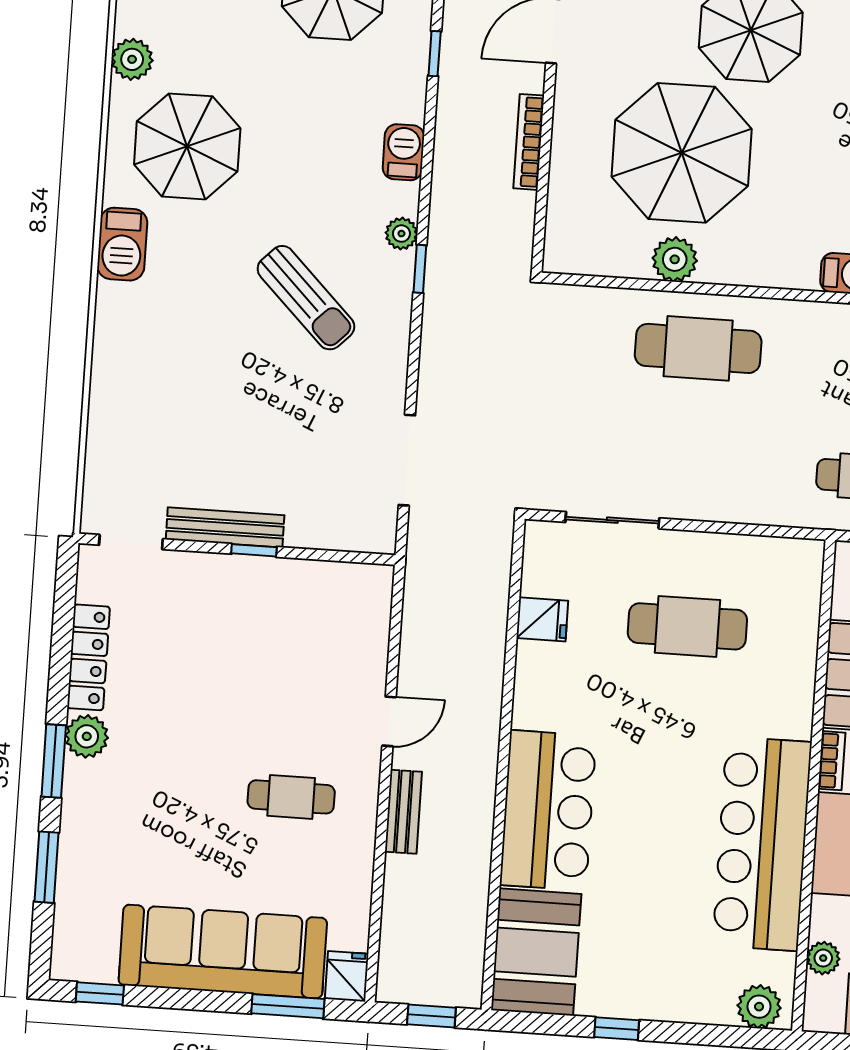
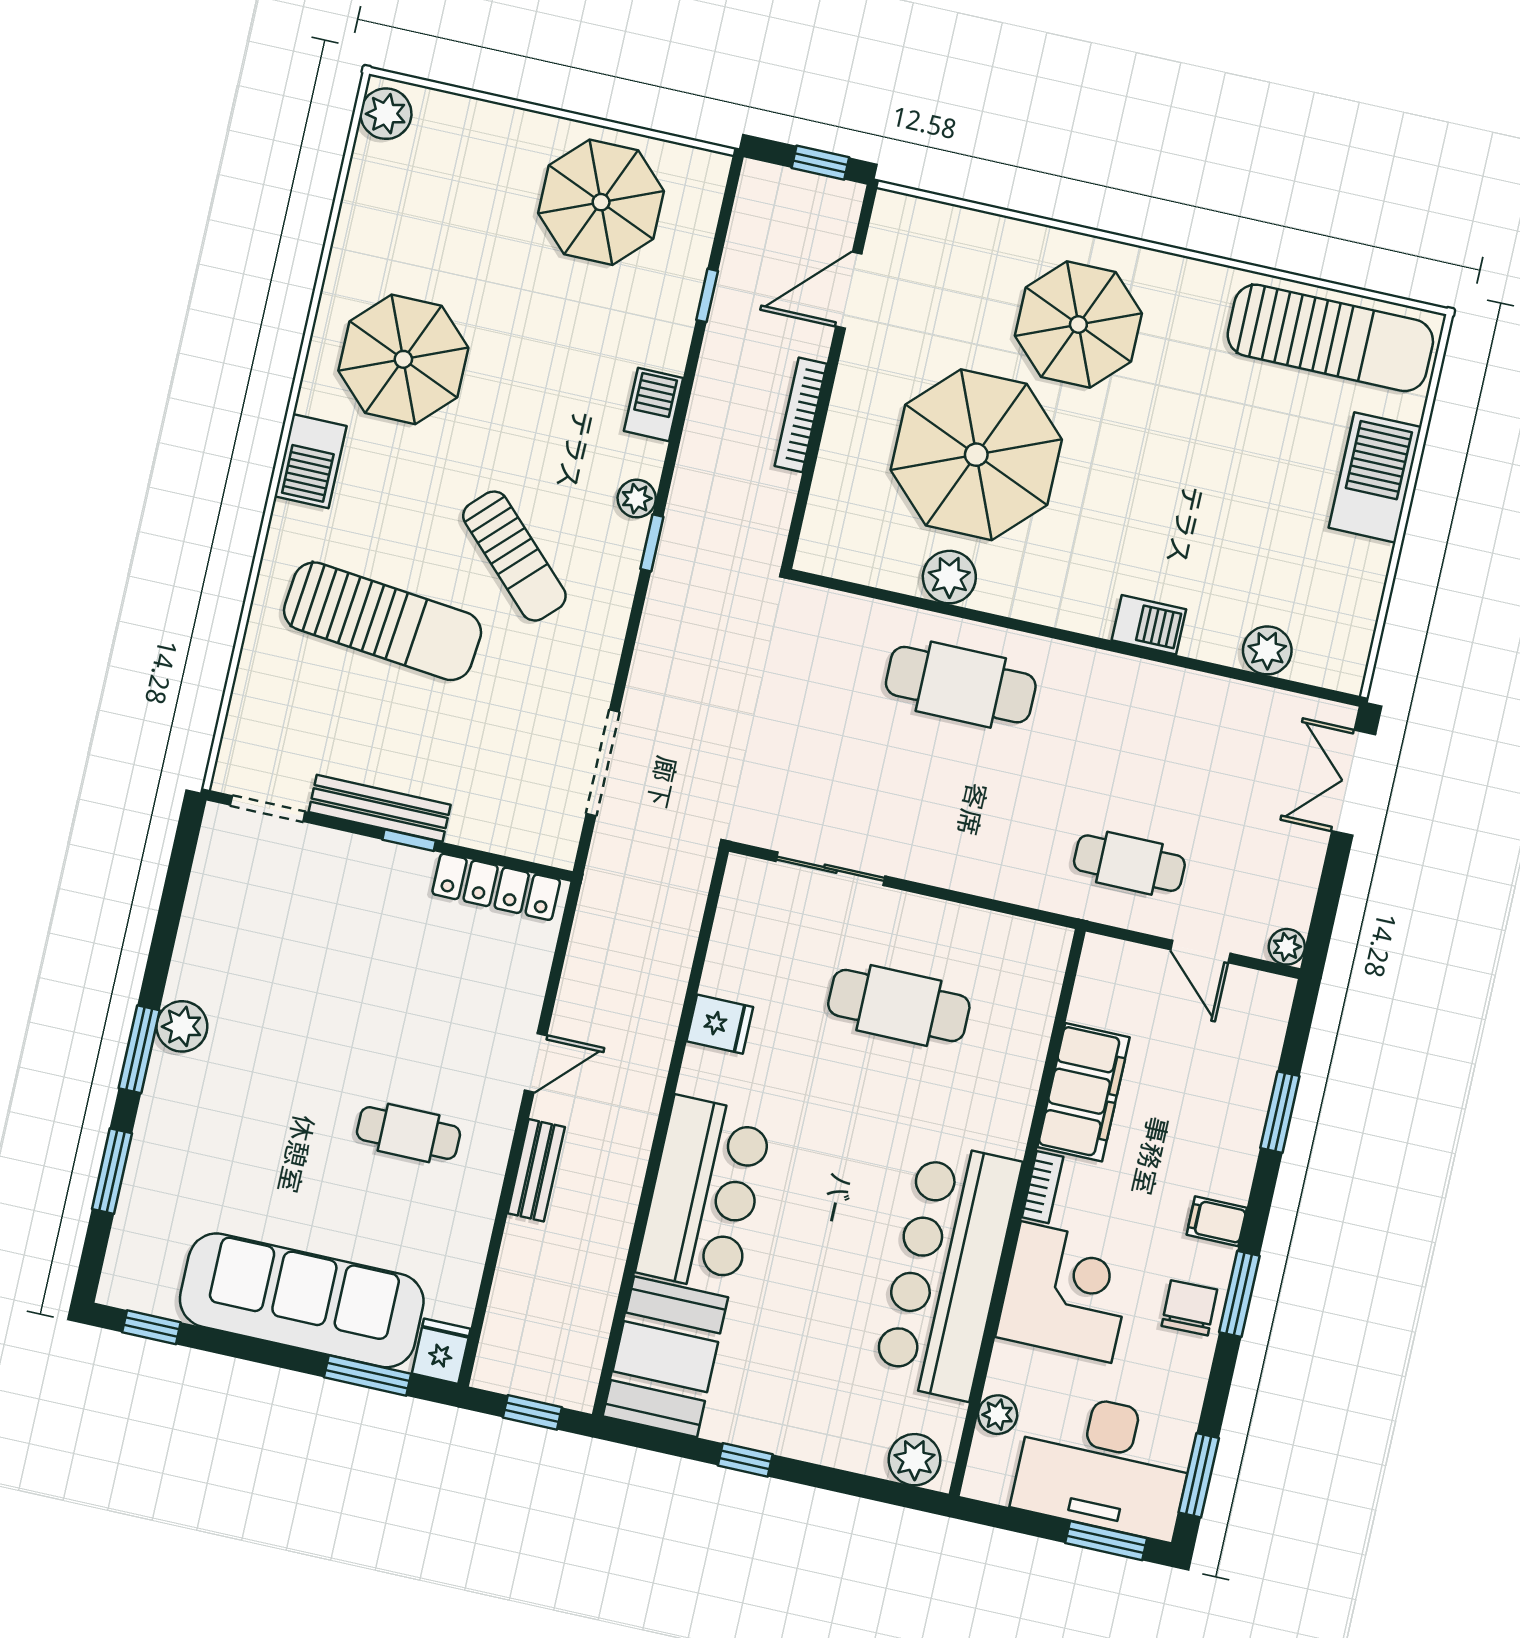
plant: (132, 59) -> (355, 248), removed
sun lounger: (203, 370) -> (383, 621), added
fridge: (542, 619) -> (720, 1024), moved
locker: (88, 657) -> (496, 887), moved, turned 90

